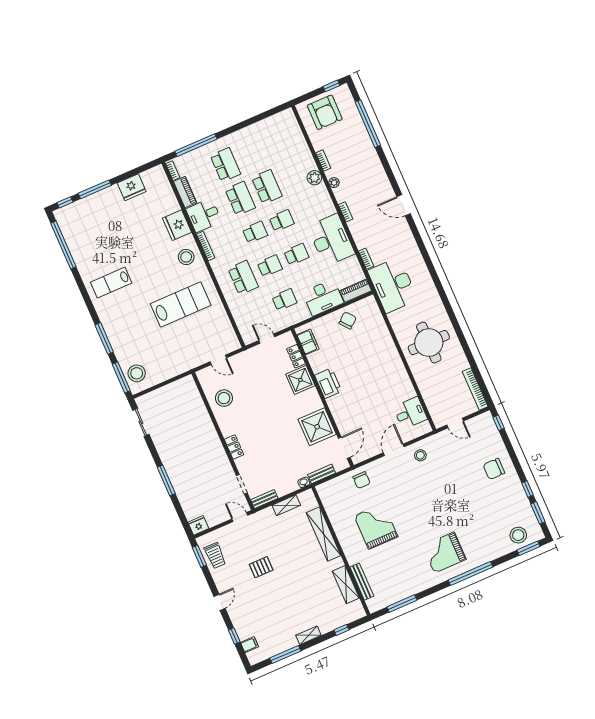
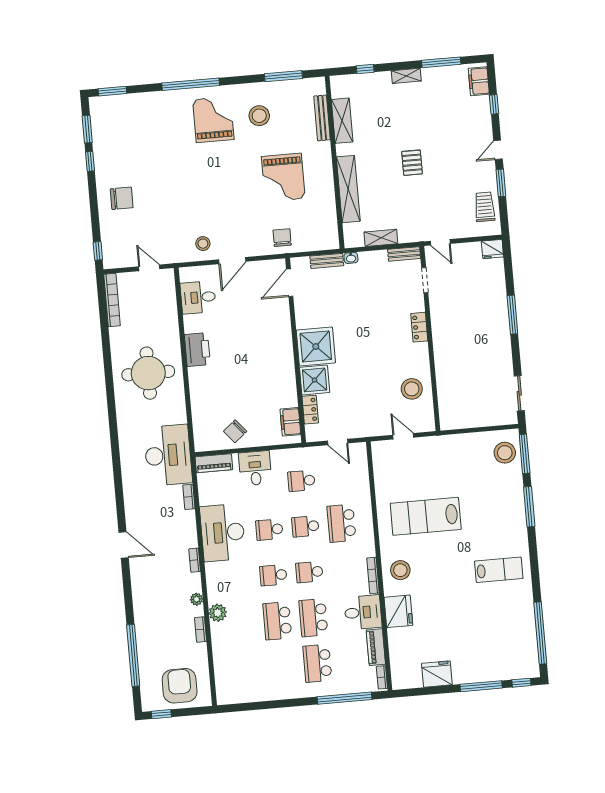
desk: (323, 297) -> (255, 468), width x0.73
printer: (328, 383) -> (197, 349), moved, turned 180
shower: (317, 427) -> (316, 346), moved
stool: (518, 535) -> (259, 116), moved
grand piano: (444, 553) -> (213, 119), turned -90
window: (199, 556) -> (501, 183), moved
pallet: (261, 567) -> (412, 163), moved, turned 90
filing cabinet: (250, 645) -> (479, 81), width x2.00

